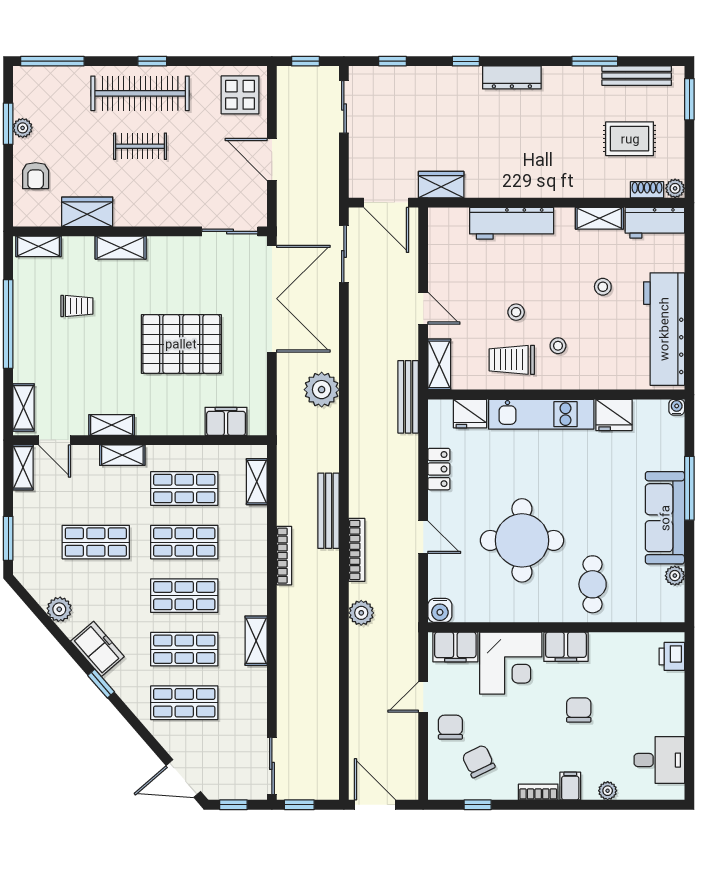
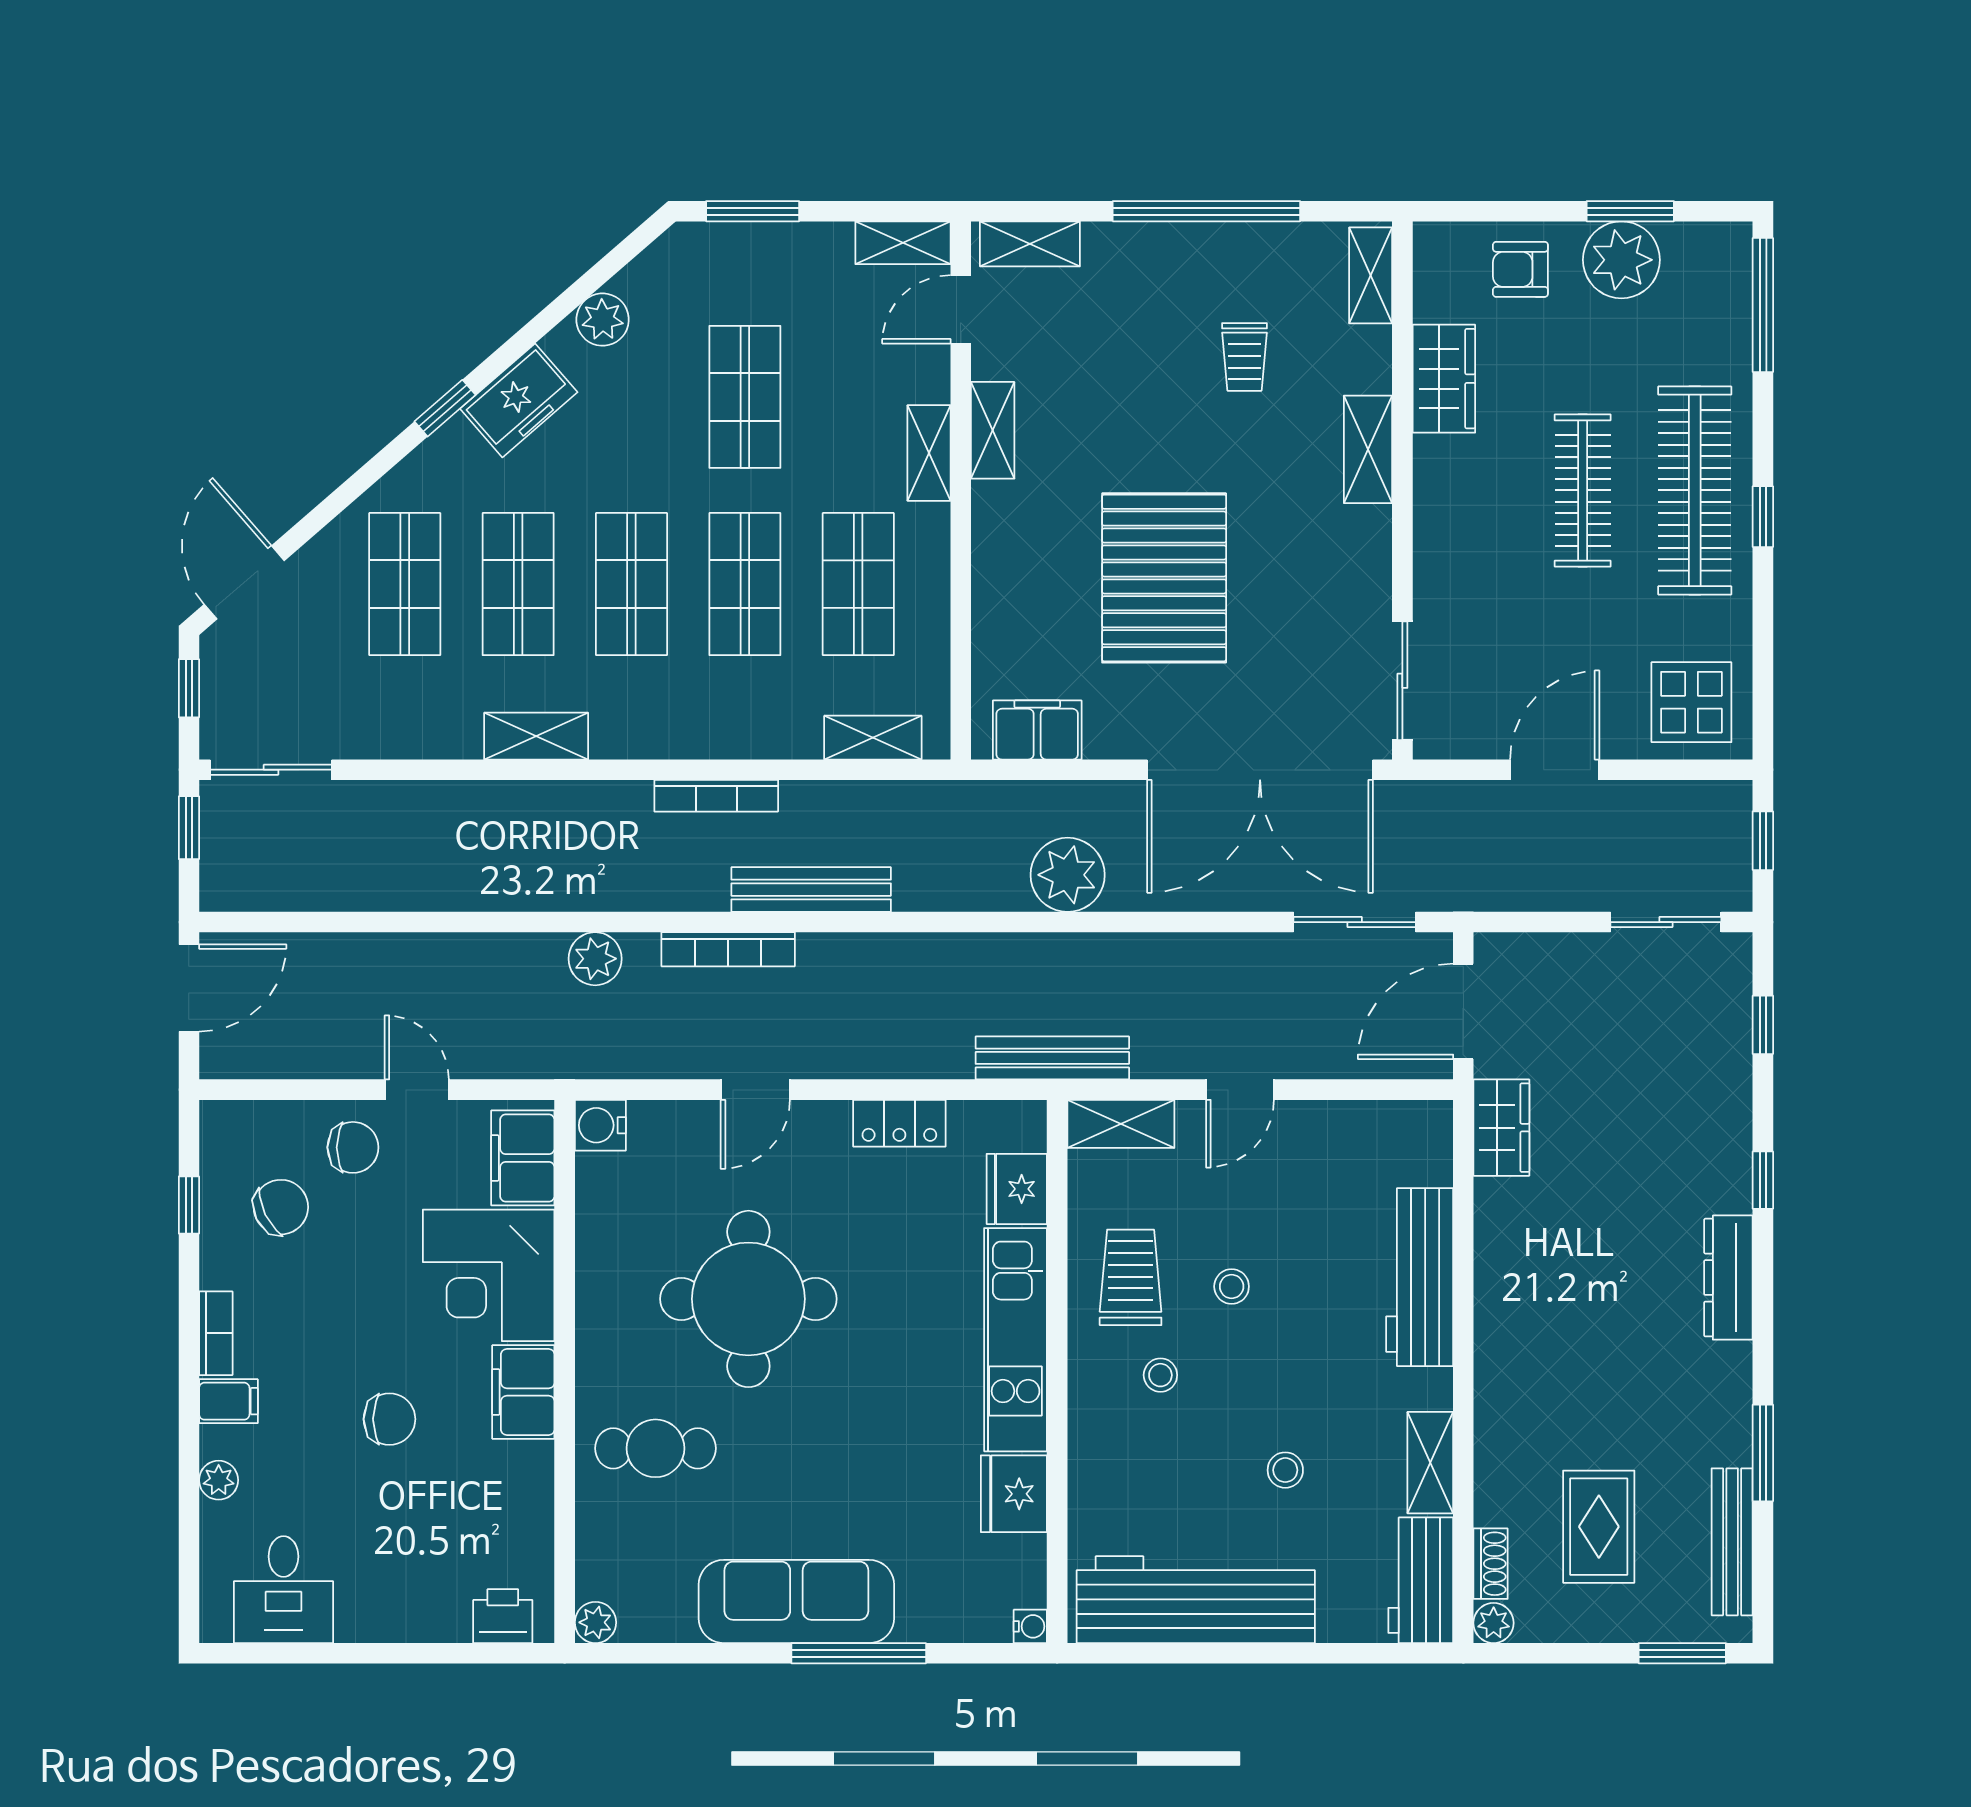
plant: (23, 128) -> (1621, 260), width x1.88, depth x1.88
clothes rail: (140, 146) -> (1583, 490), width x1.36
filing cabinet: (226, 421) -> (1037, 730), moved, turned -90
plant: (675, 576) -> (595, 1622), moved

